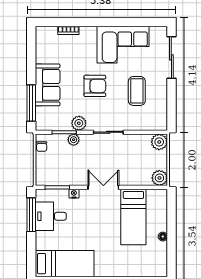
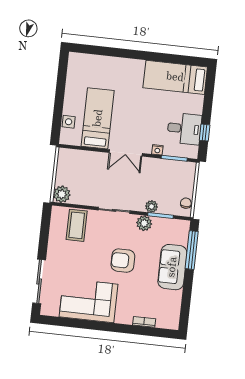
coffee table: (137, 91) -> (77, 225), moved
plant: (159, 178) -> (66, 156), removed
side table: (160, 211) -> (69, 122), added
window: (31, 215) -> (205, 133), width x0.46
floor lamp: (163, 237) -> (69, 94), removed

